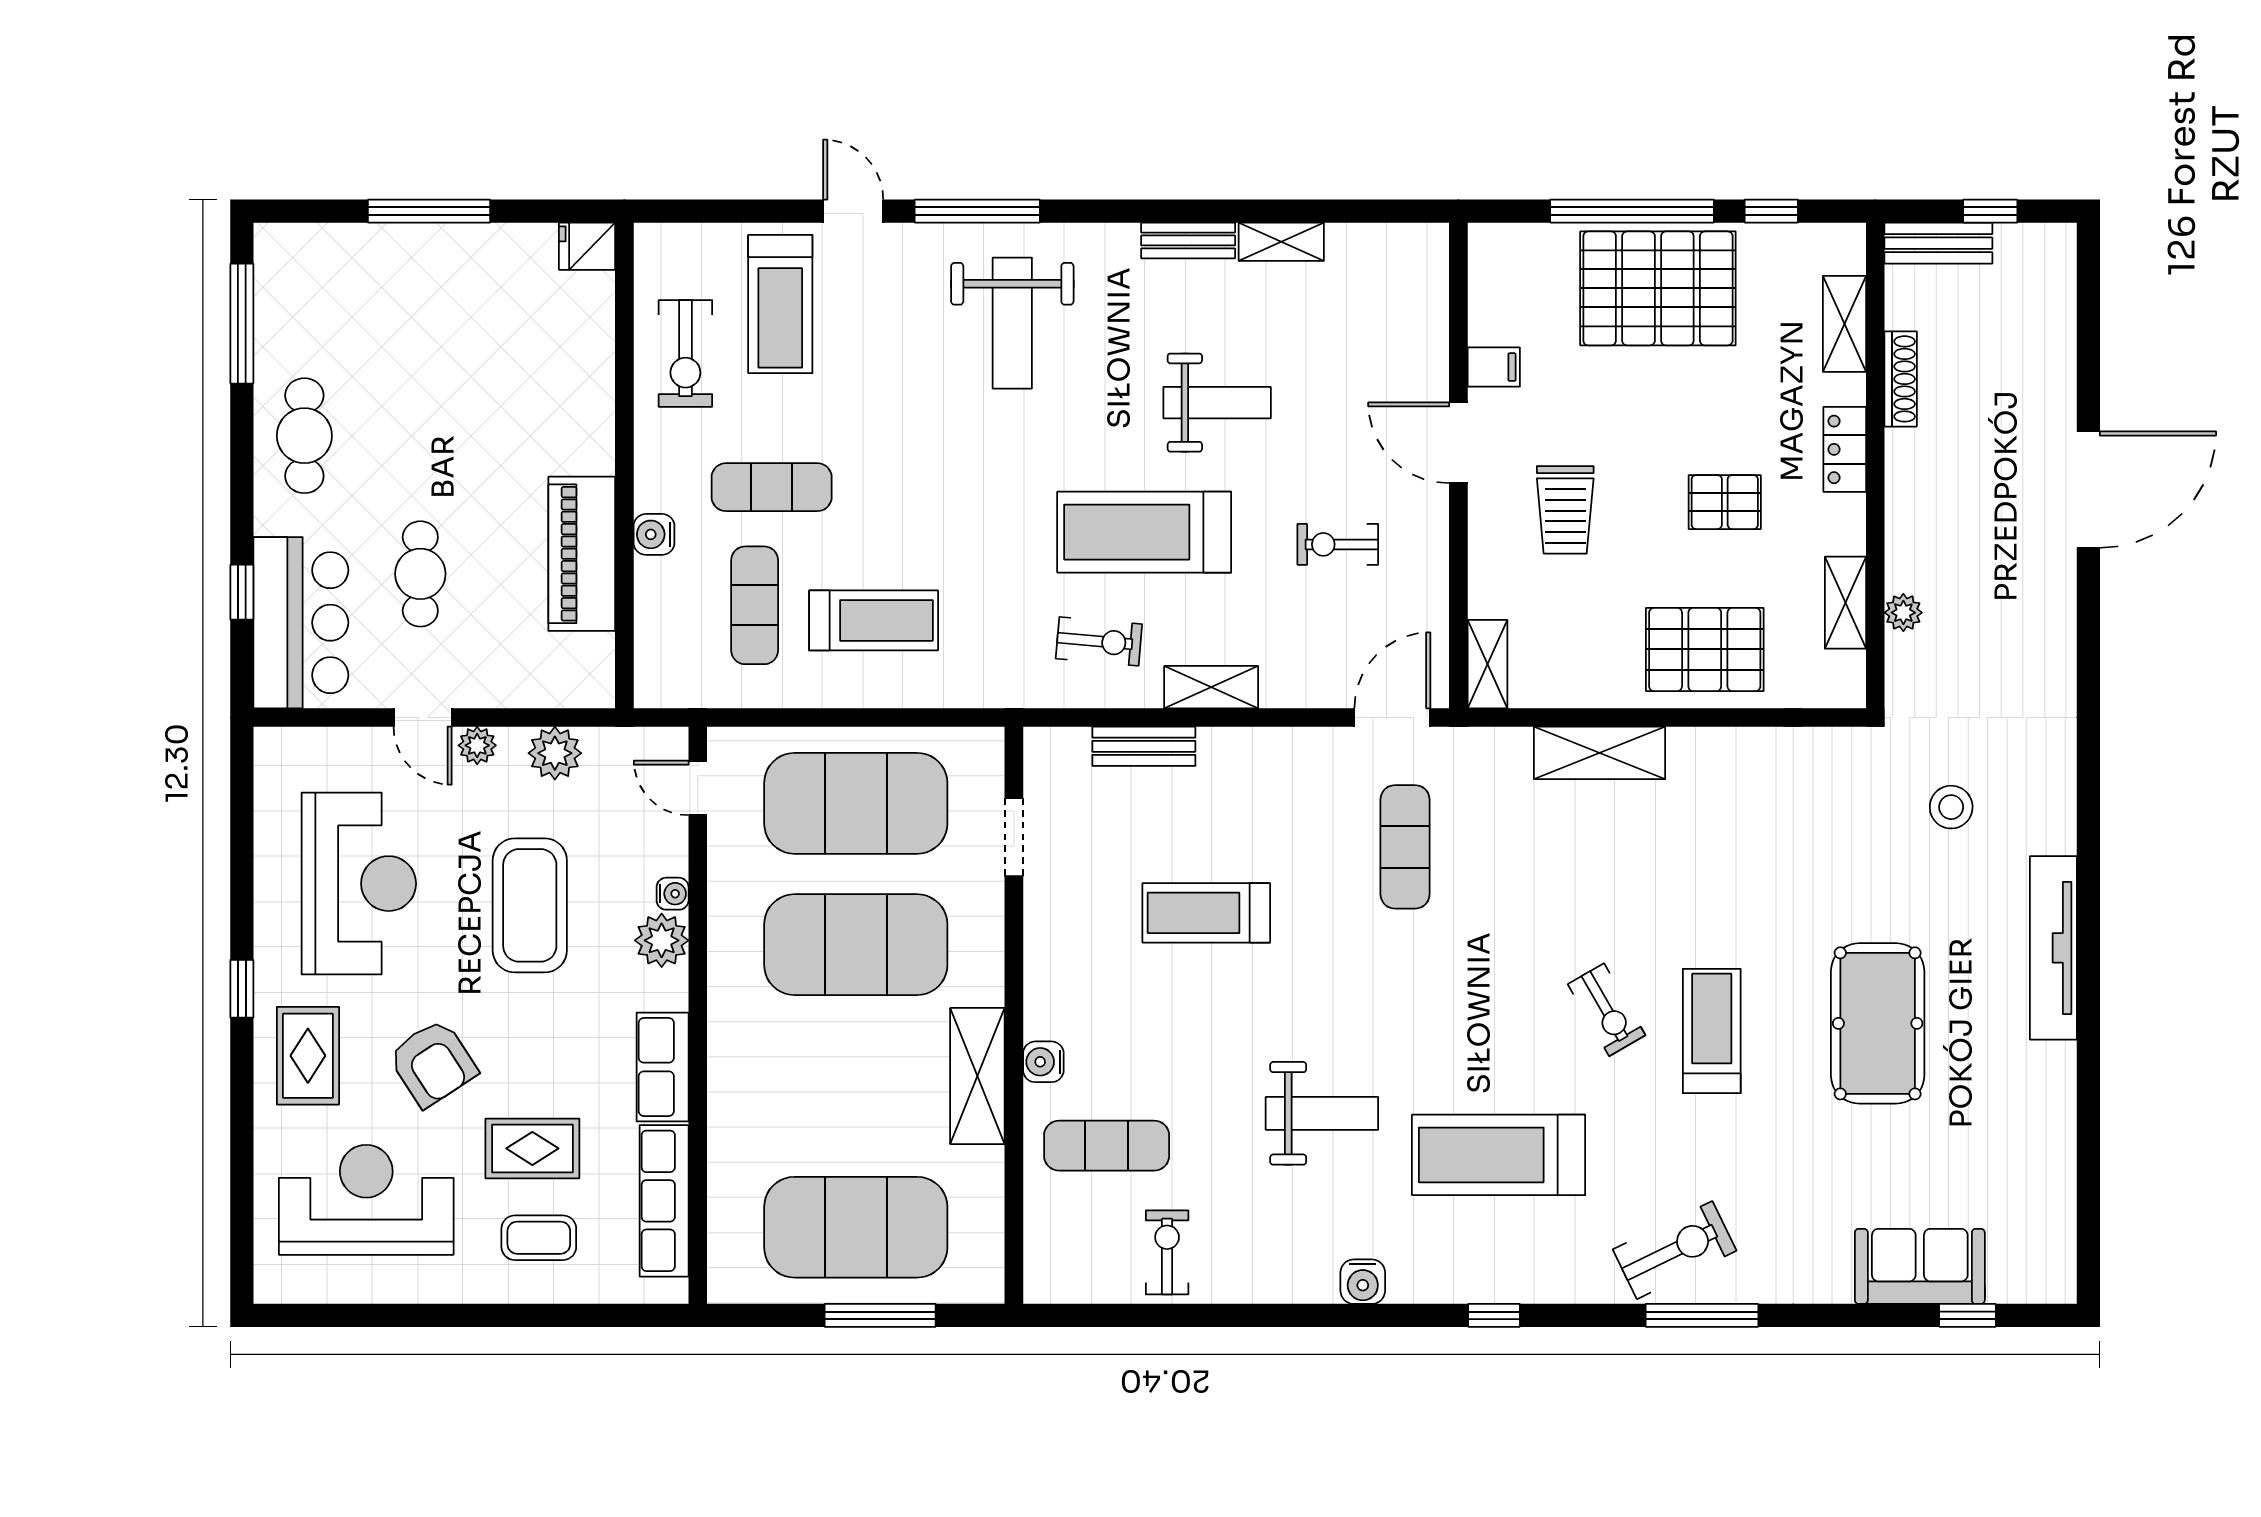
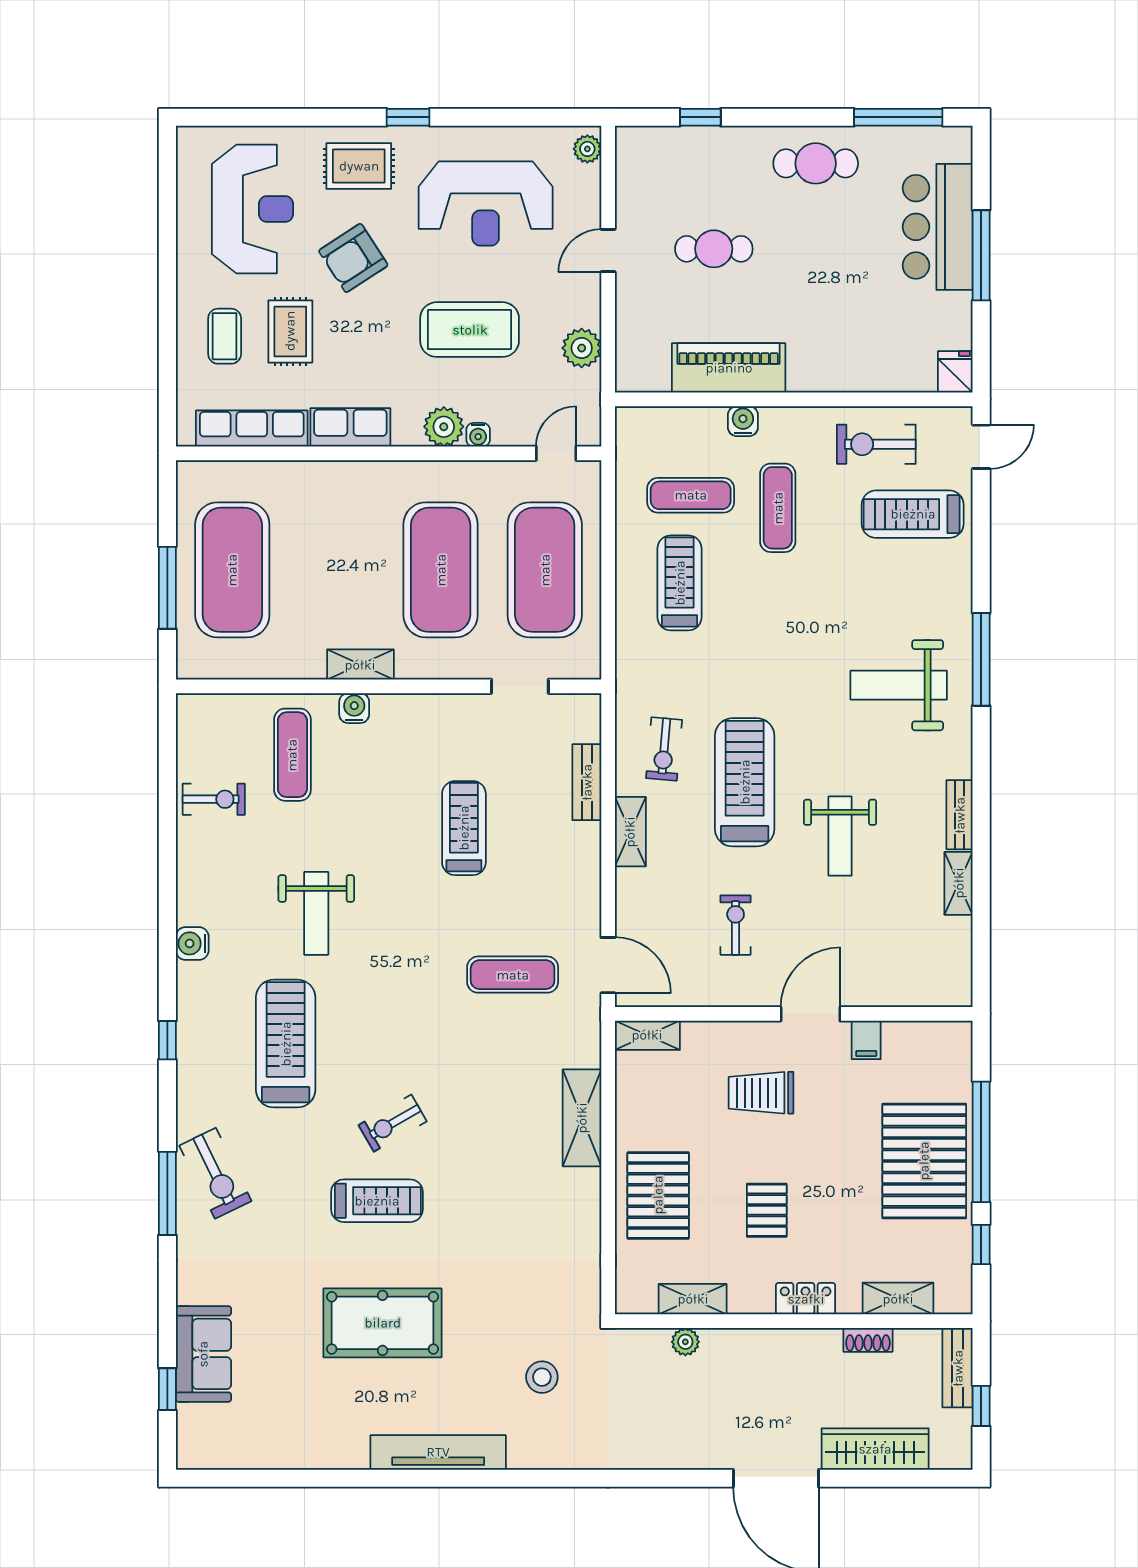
door: (853, 211) -> (981, 447), moved
wardrobe: (2049, 355) -> (875, 1449), added
shoe rack: (1901, 379) -> (868, 1340), width x0.70
treadmill: (874, 620) -> (680, 583), turned 180
bar counter: (301, 623) -> (938, 227), moved, turned 90
plant: (477, 745) -> (587, 149), moved
shelving: (977, 1076) -> (360, 665), width x0.67, depth x0.75

